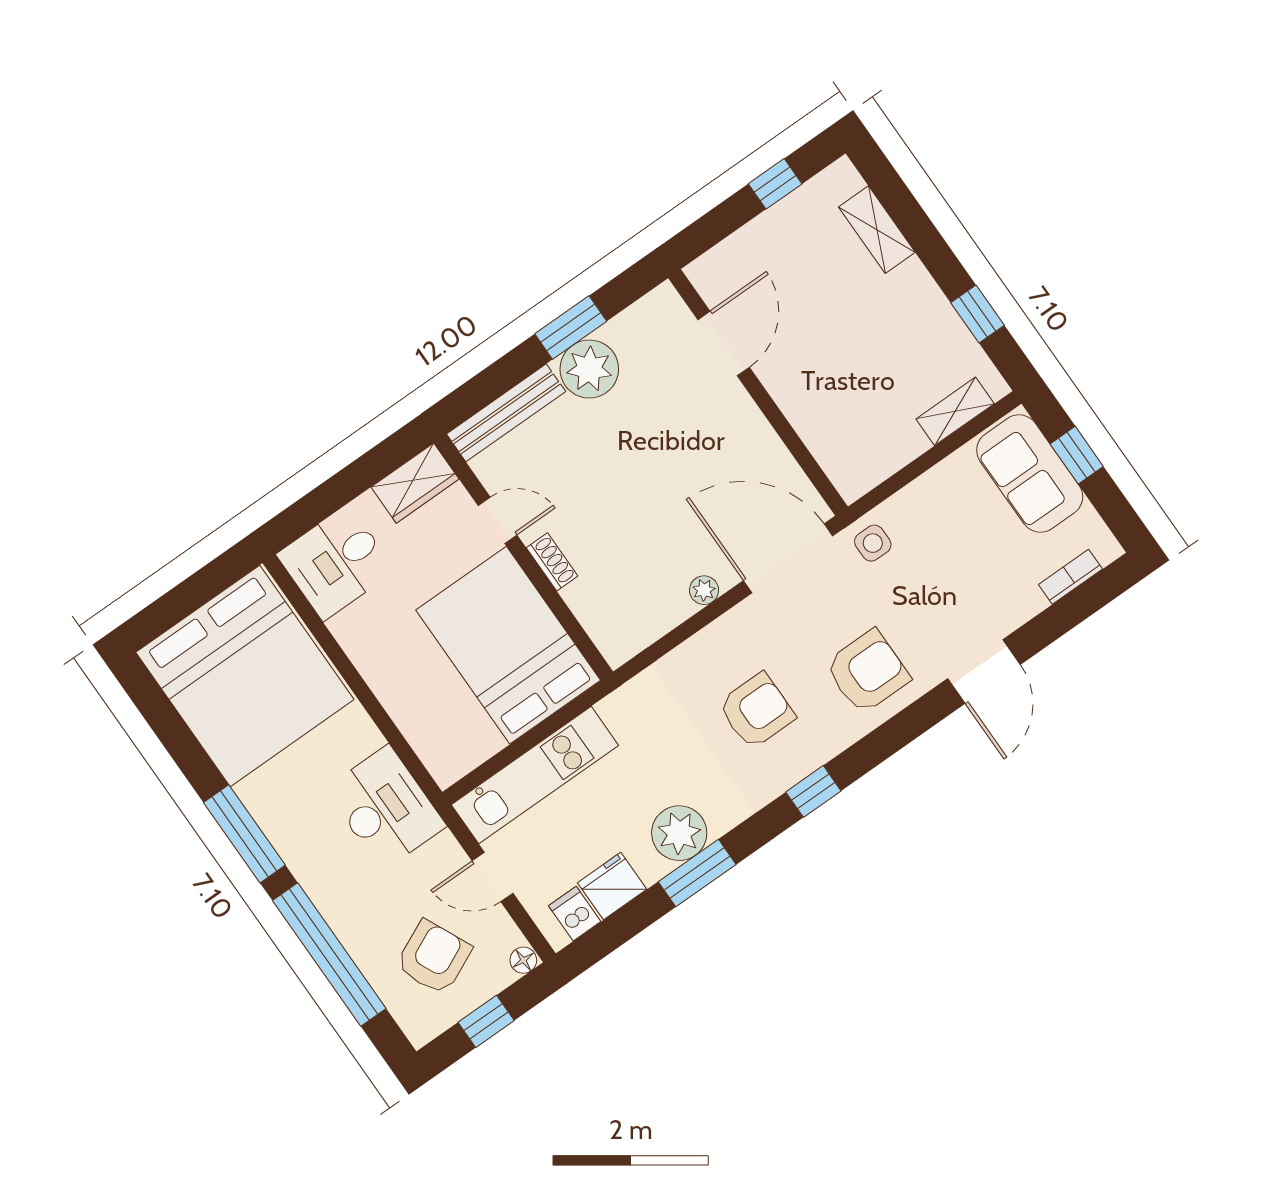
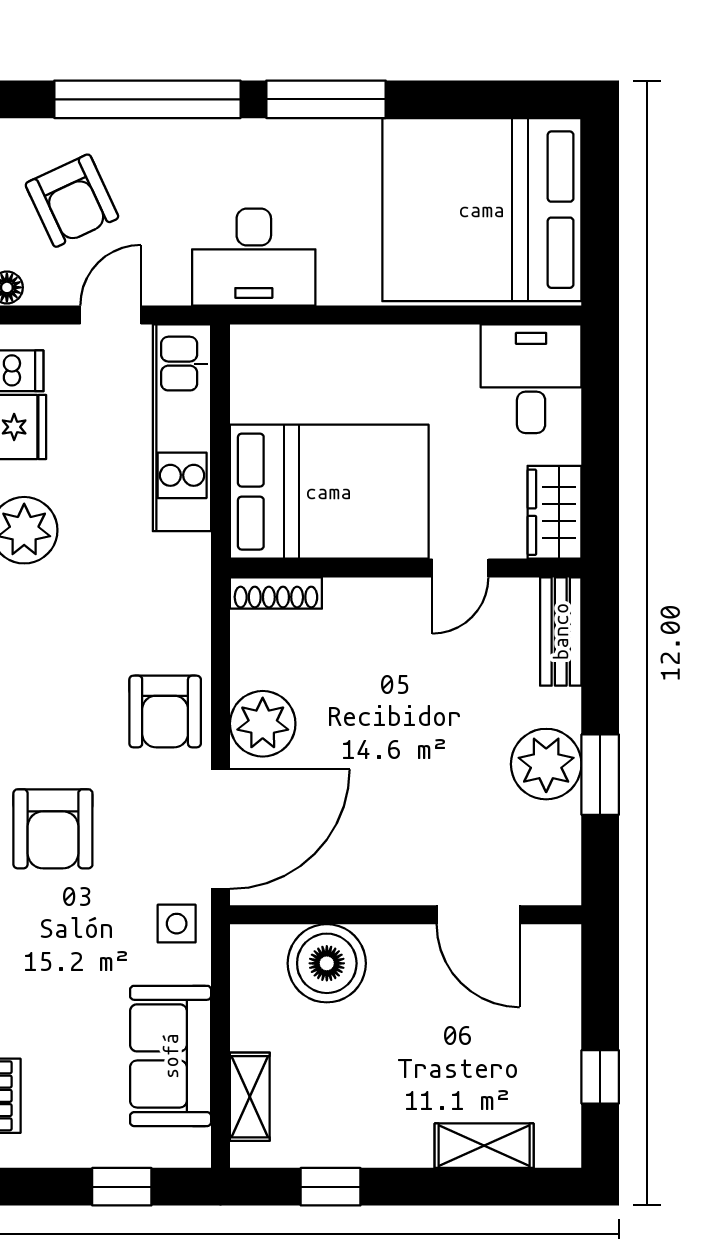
bench: (506, 413) -> (561, 631), width x0.73
boiler: (828, 423) -> (327, 963), added
sofa: (1030, 474) -> (171, 1056), moved, turned -90
shoe rack: (552, 562) -> (276, 593), moved, width x1.43
plant: (704, 590) -> (263, 724), width x1.87, depth x1.87
armchair: (757, 711) -> (165, 711), moved

